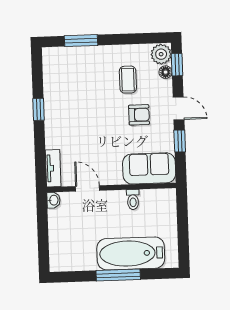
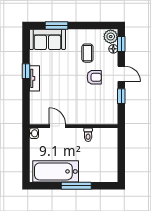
tv unit: (53, 168) -> (34, 78), moved
sofa: (149, 168) -> (47, 39), moved, turned 180
bathtub: (131, 253) -> (56, 171), moved

